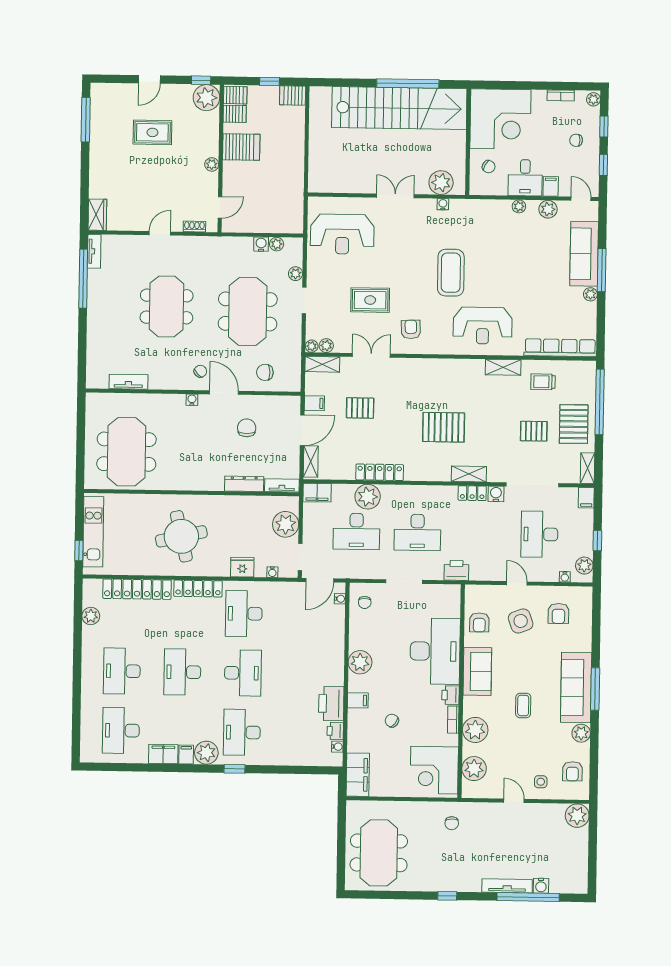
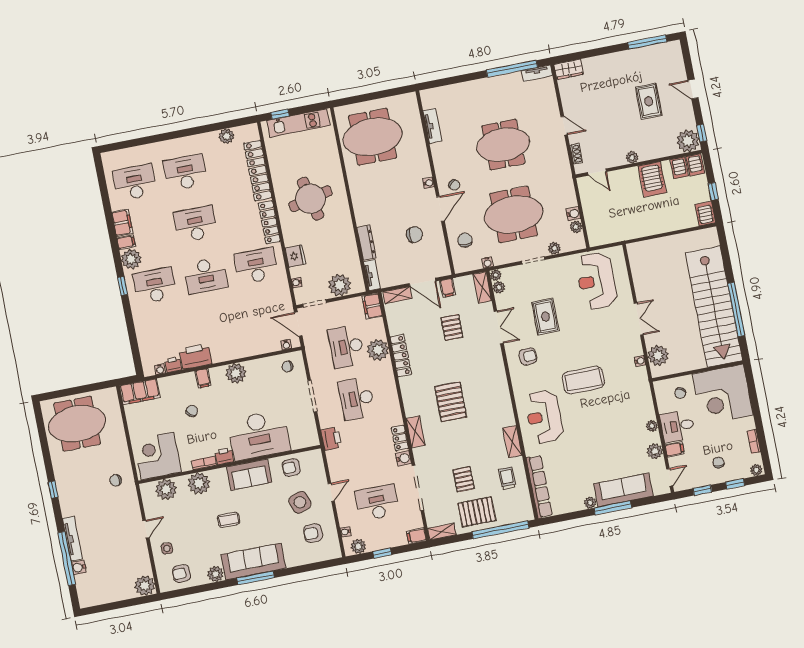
water cooler: (296, 353) -> (487, 263), added

